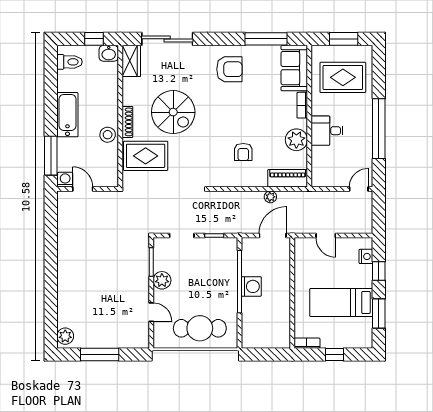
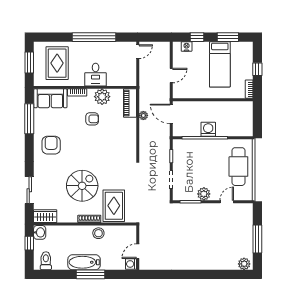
sliding door: (167, 39) -> (29, 190), width x0.73
armchair: (243, 152) -> (92, 119), moved
window: (51, 156) -> (90, 274), moved
door: (359, 189) -> (138, 52), swing flipped

